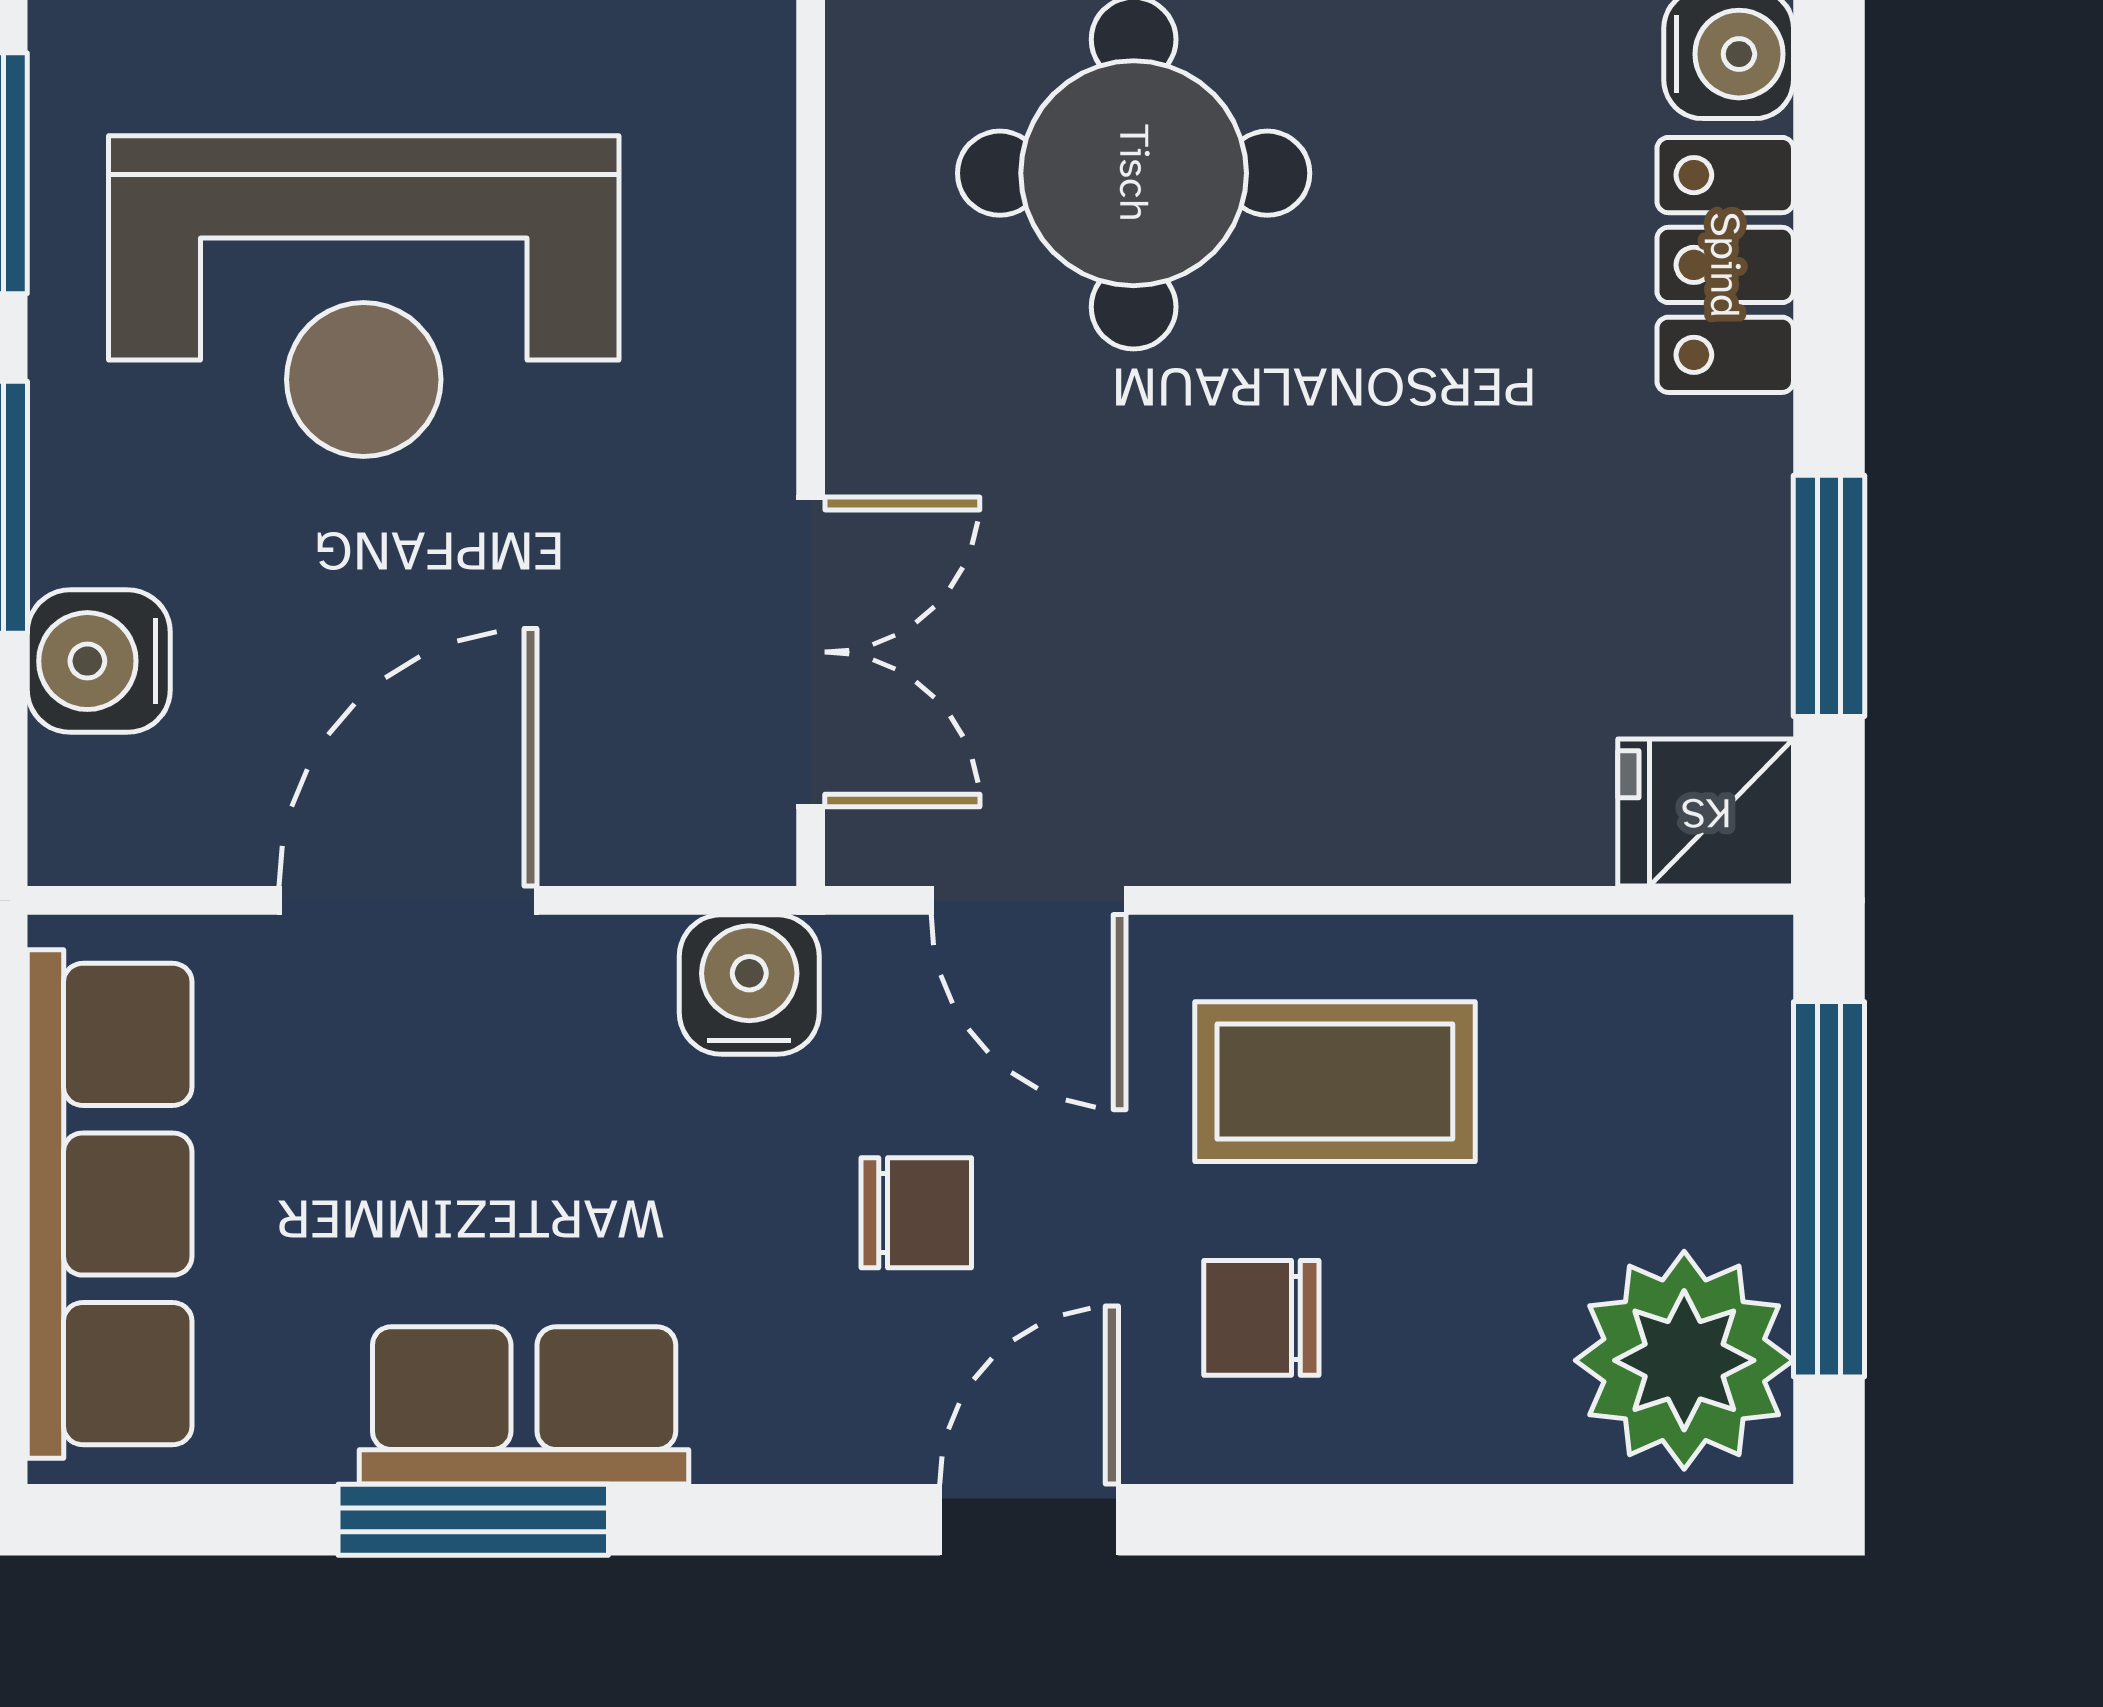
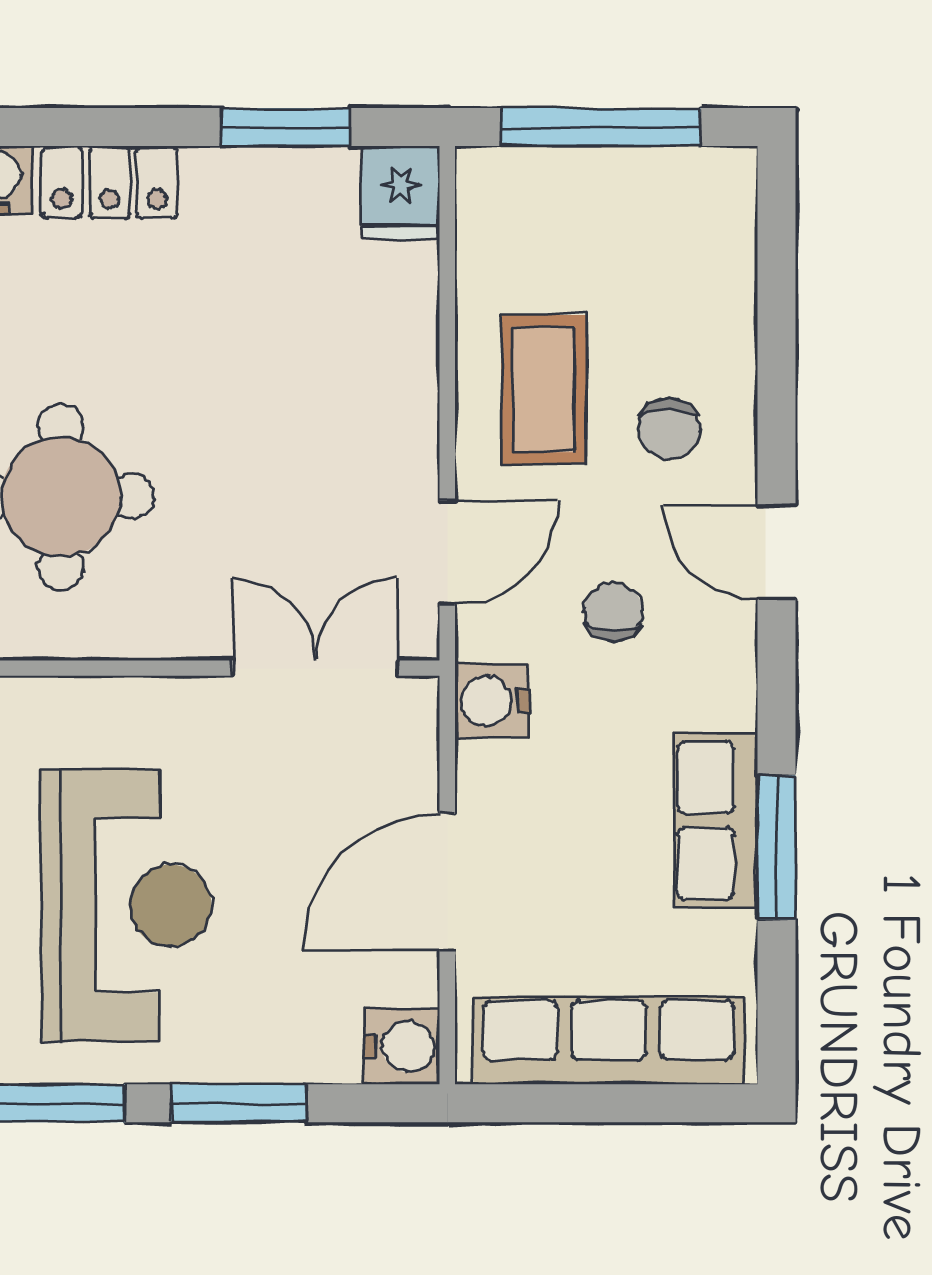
water cooler: (99, 661) -> (402, 1046), moved, turned -90
door: (408, 900) -> (447, 882), hinge flipped
plant: (1684, 1360) -> (692, 204), removed

